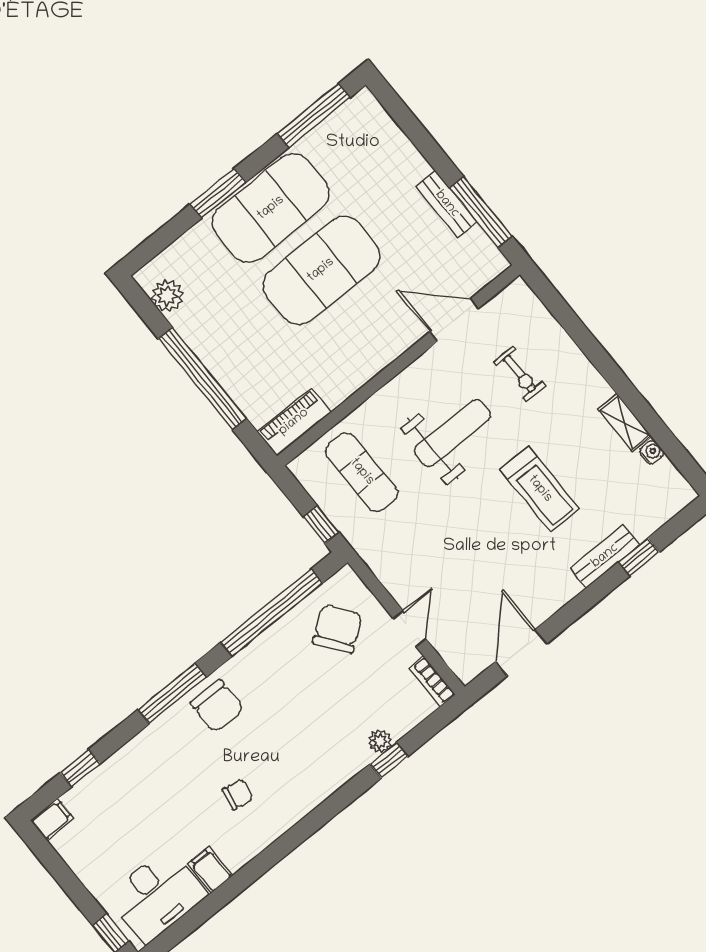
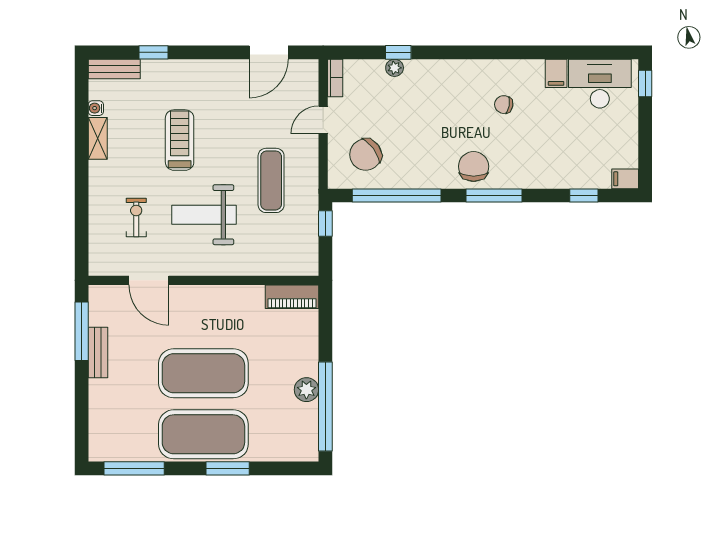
plant: (167, 296) -> (306, 390), moved
window: (202, 378) -> (325, 406), moved
exercise mat: (362, 472) -> (271, 180), moved
bench: (605, 556) -> (114, 69), moved

